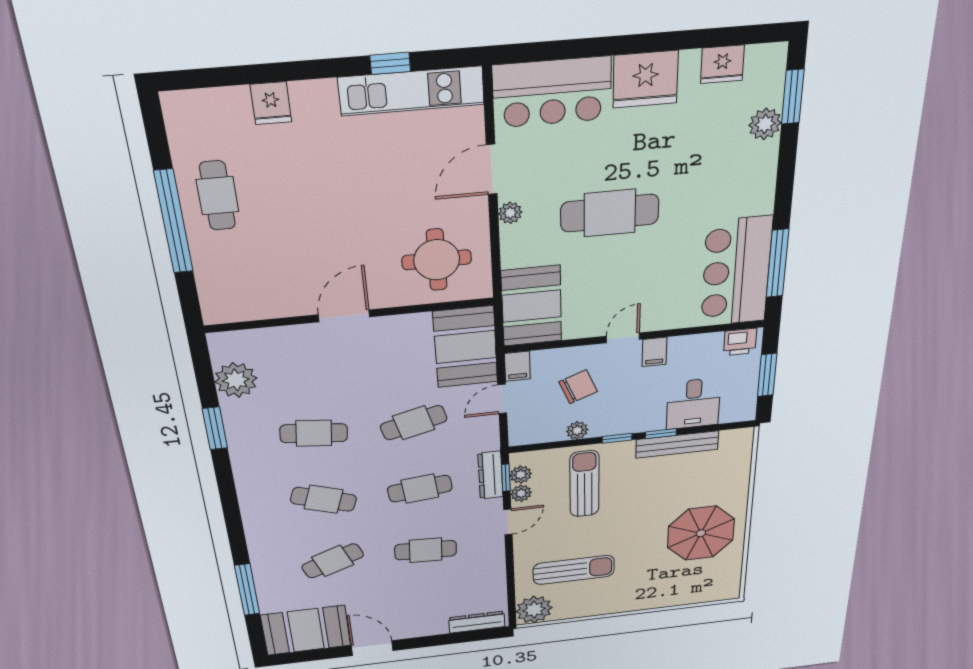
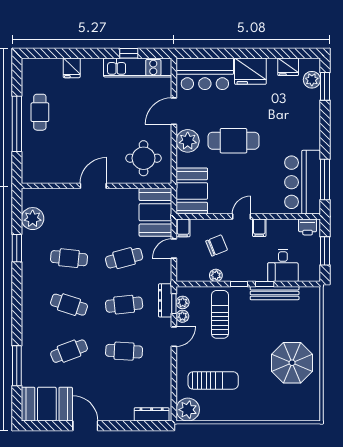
plant: (765, 124) -> (312, 80), moved
plant: (510, 213) -> (188, 141), width x1.88, depth x1.88

